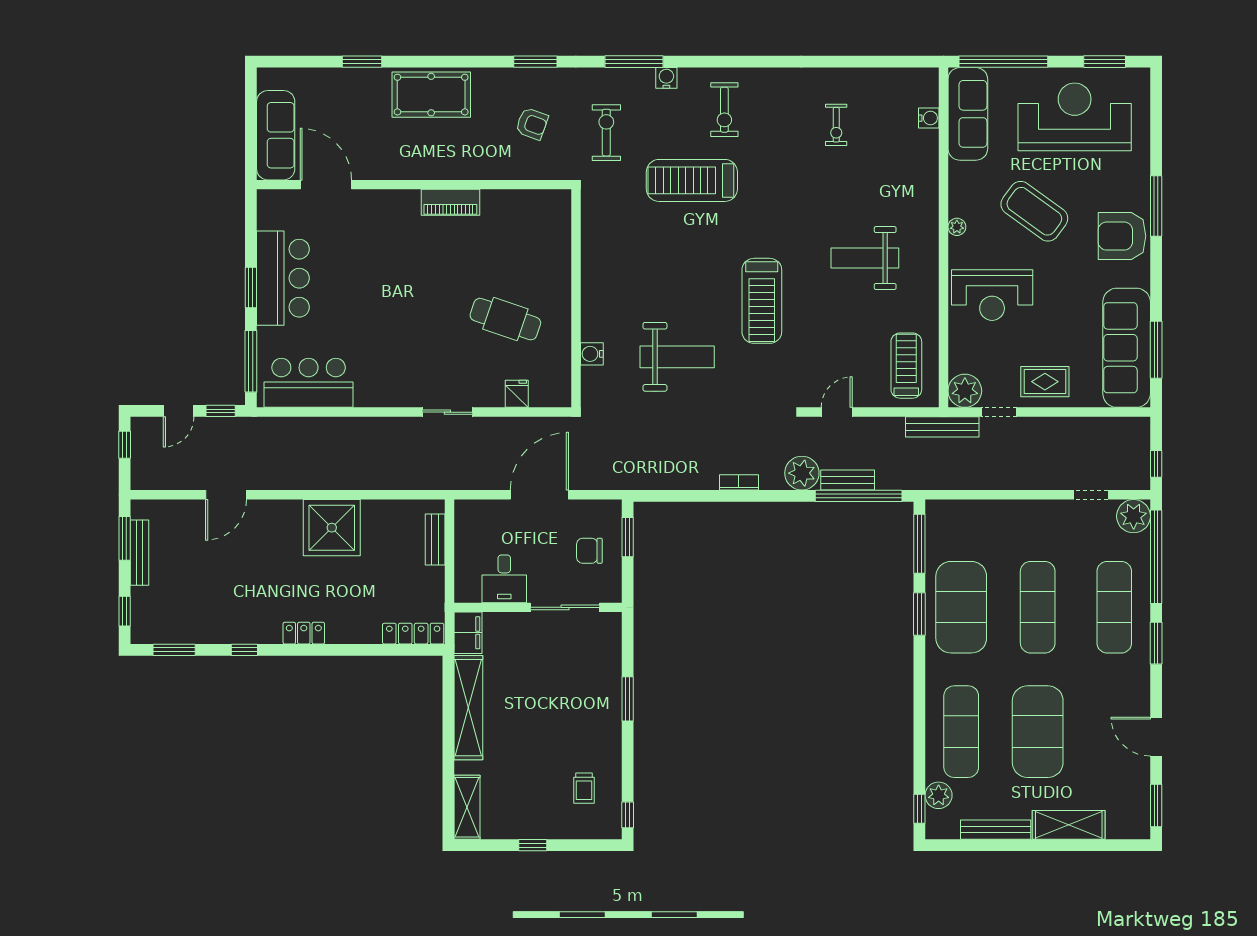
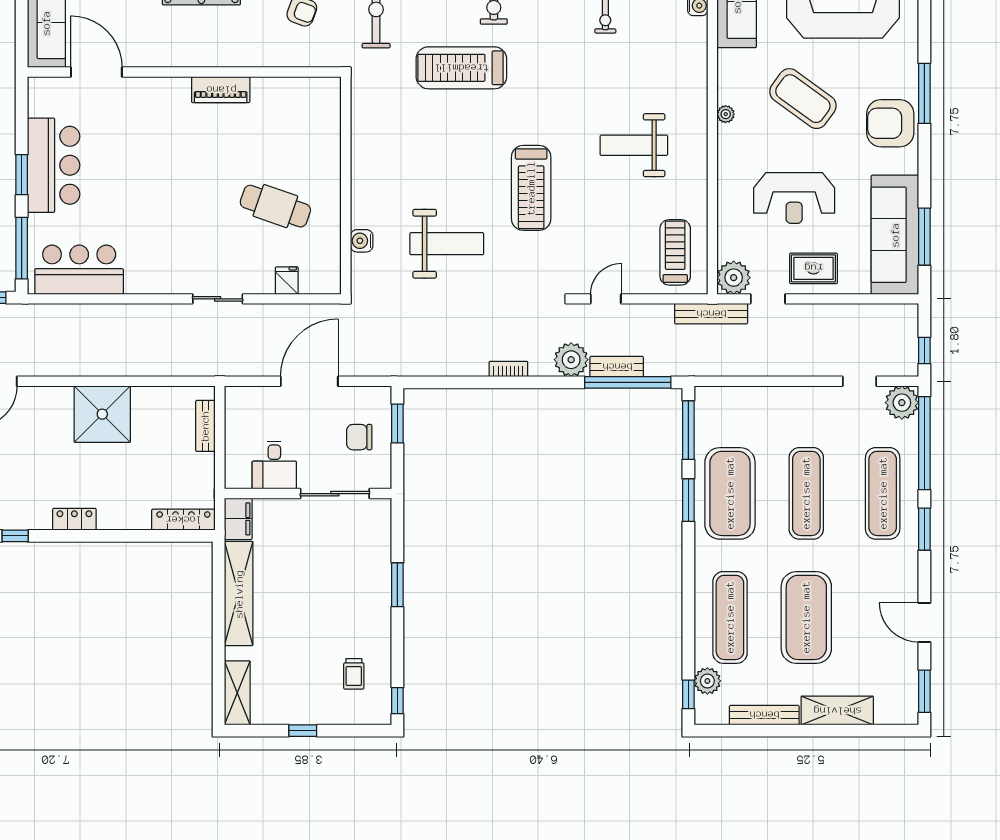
reception desk: (992, 295) -> (794, 198), moved

